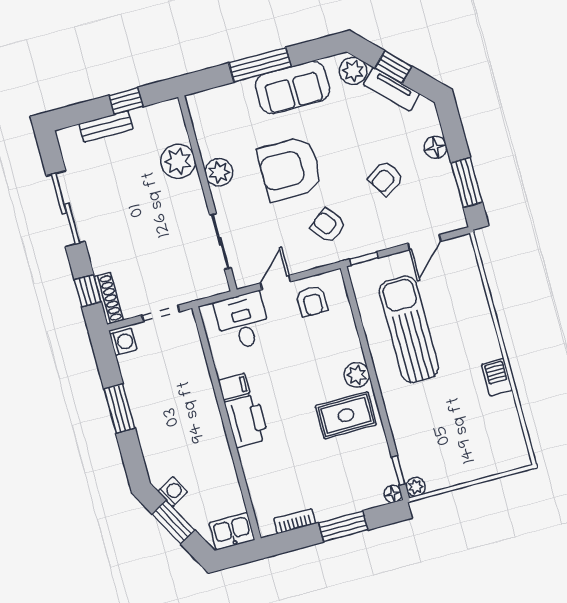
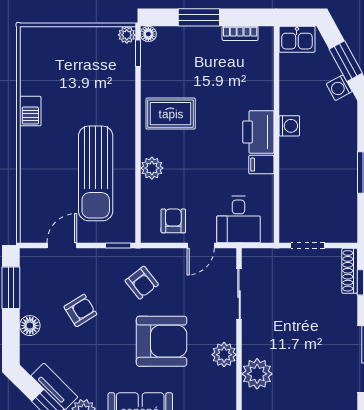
washing machine: (123, 342) -> (289, 126), moved, turned 180
plant: (357, 375) -> (152, 168), moved

